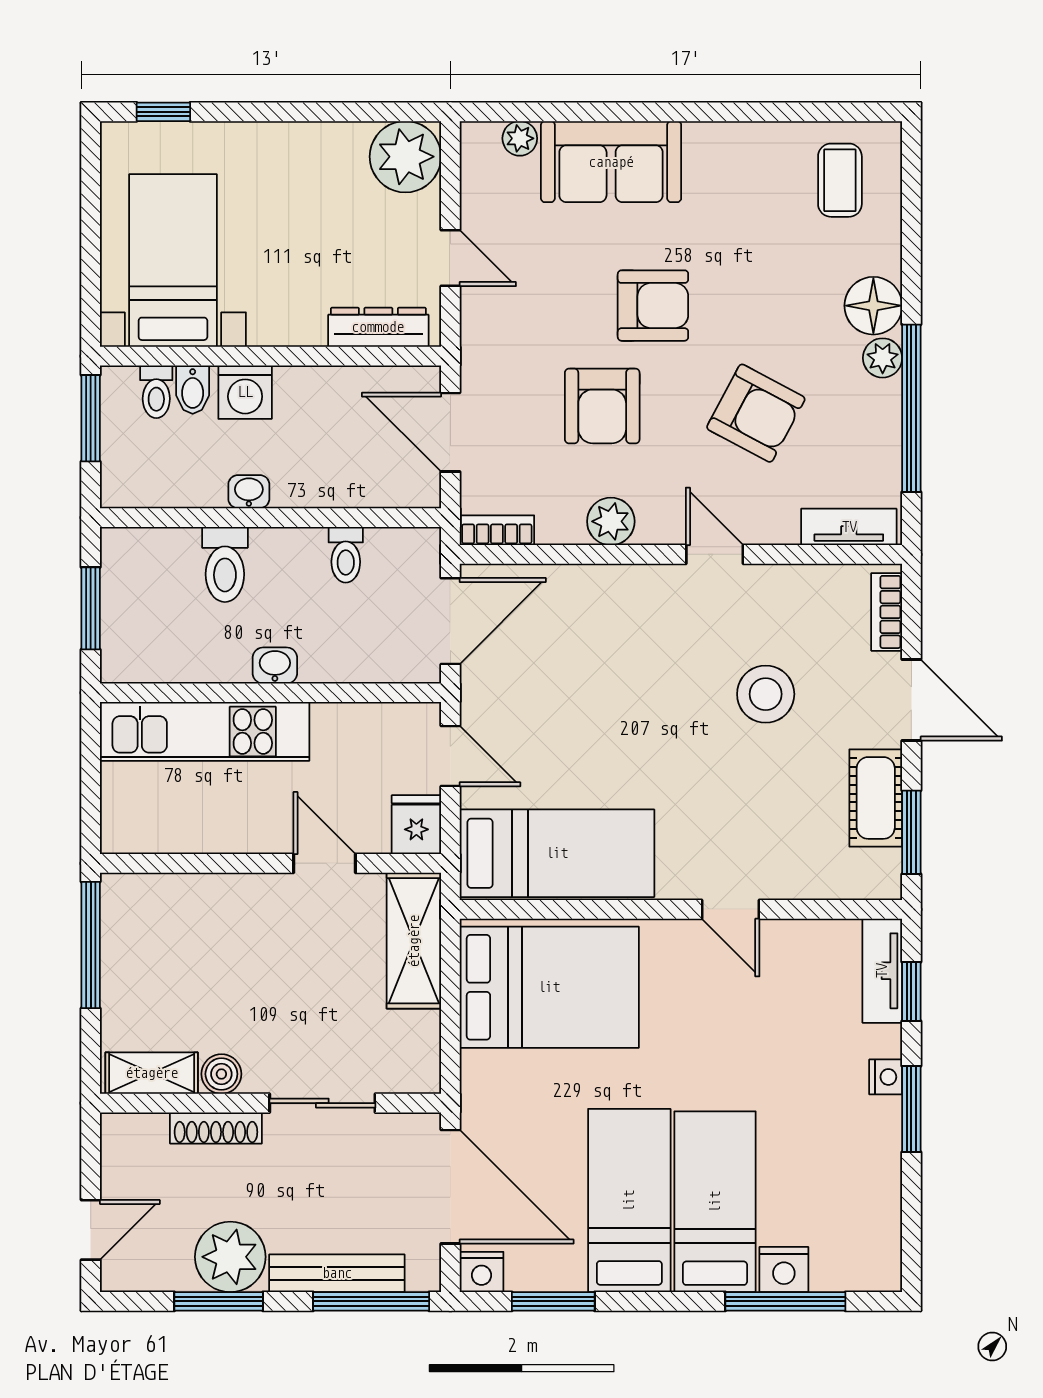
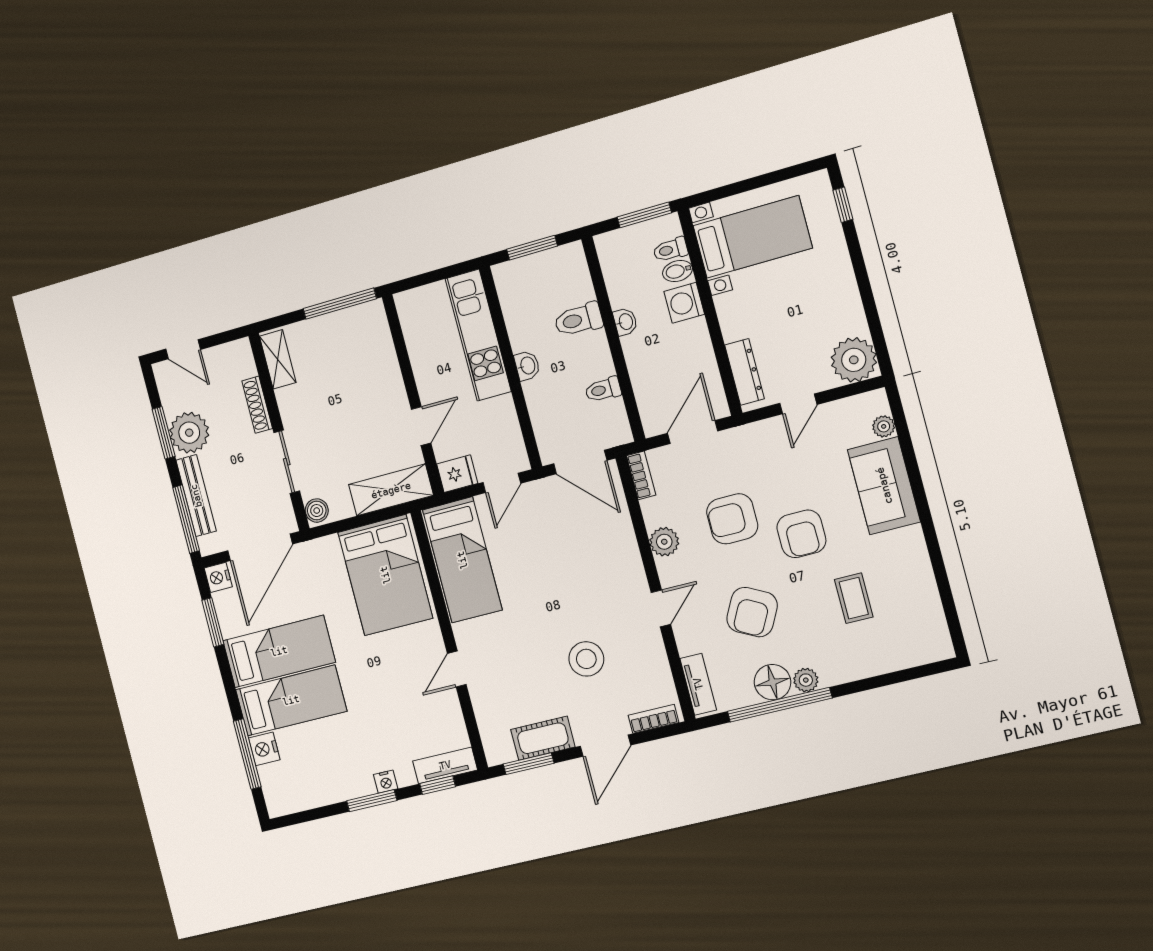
coffee table: (840, 180) -> (854, 598), moved, turned 90
floor lamp: (873, 306) -> (773, 682), moved
boiler: (221, 1074) -> (317, 511), moved

